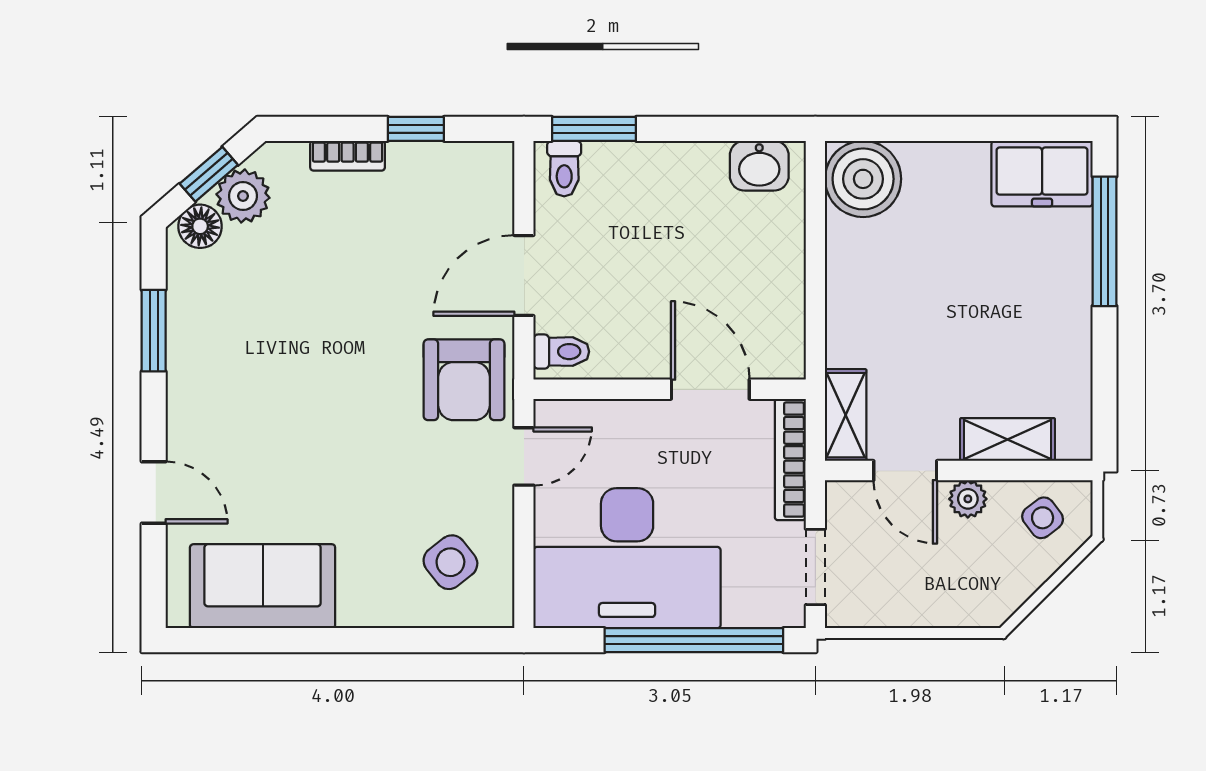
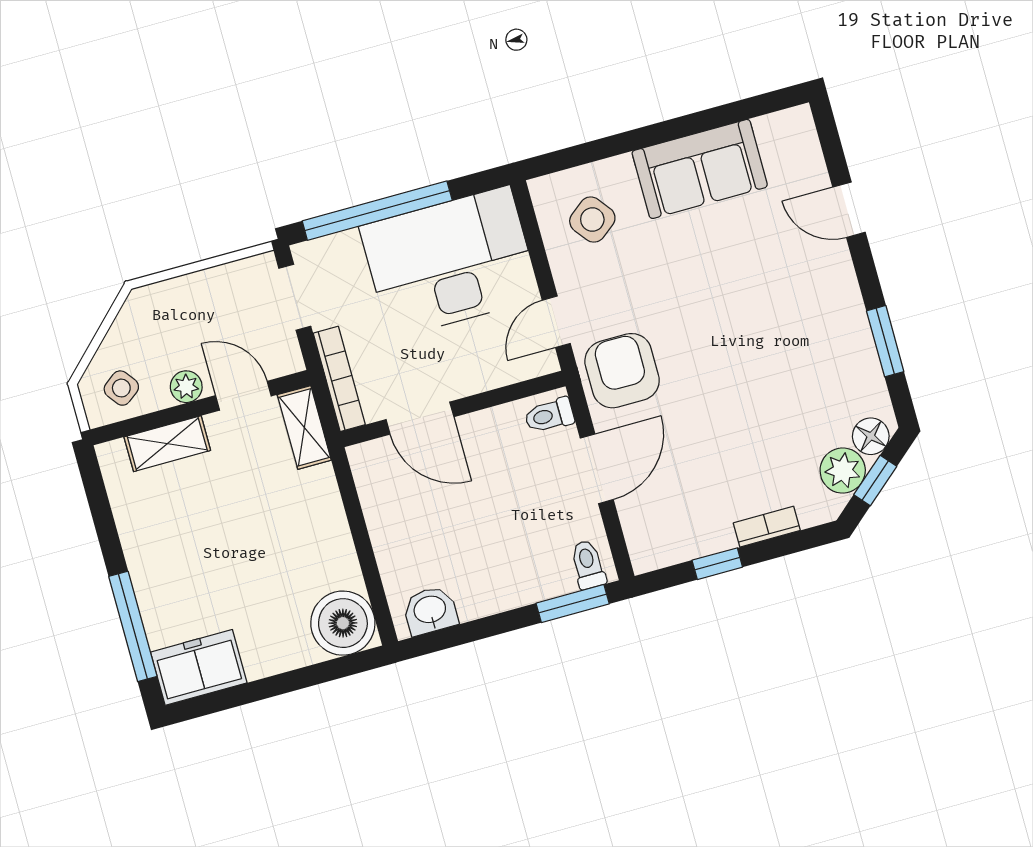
sofa: (263, 586) -> (700, 169), moved

